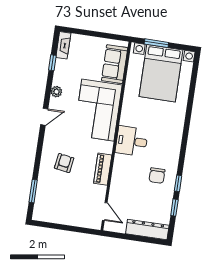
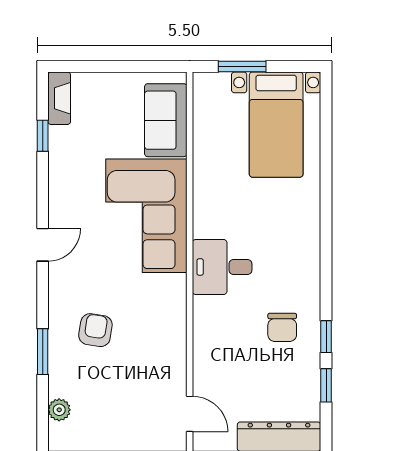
bed with nightstands: (161, 73) -> (276, 125), width x0.73
plant: (56, 92) -> (59, 410), moved
piano: (103, 169) -> (173, 331), removed
window: (33, 191) -> (43, 352), moved

